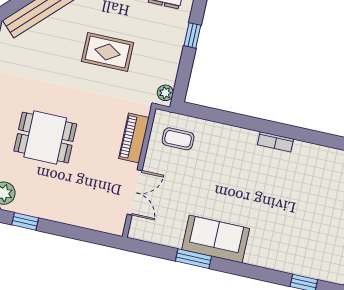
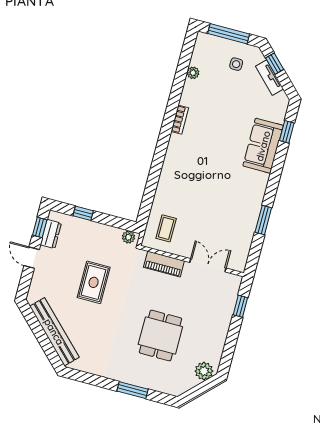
bookcase: (275, 142) -> (180, 120), moved
window: (25, 221) -> (240, 306), moved
sofa: (216, 239) -> (263, 146), moved

